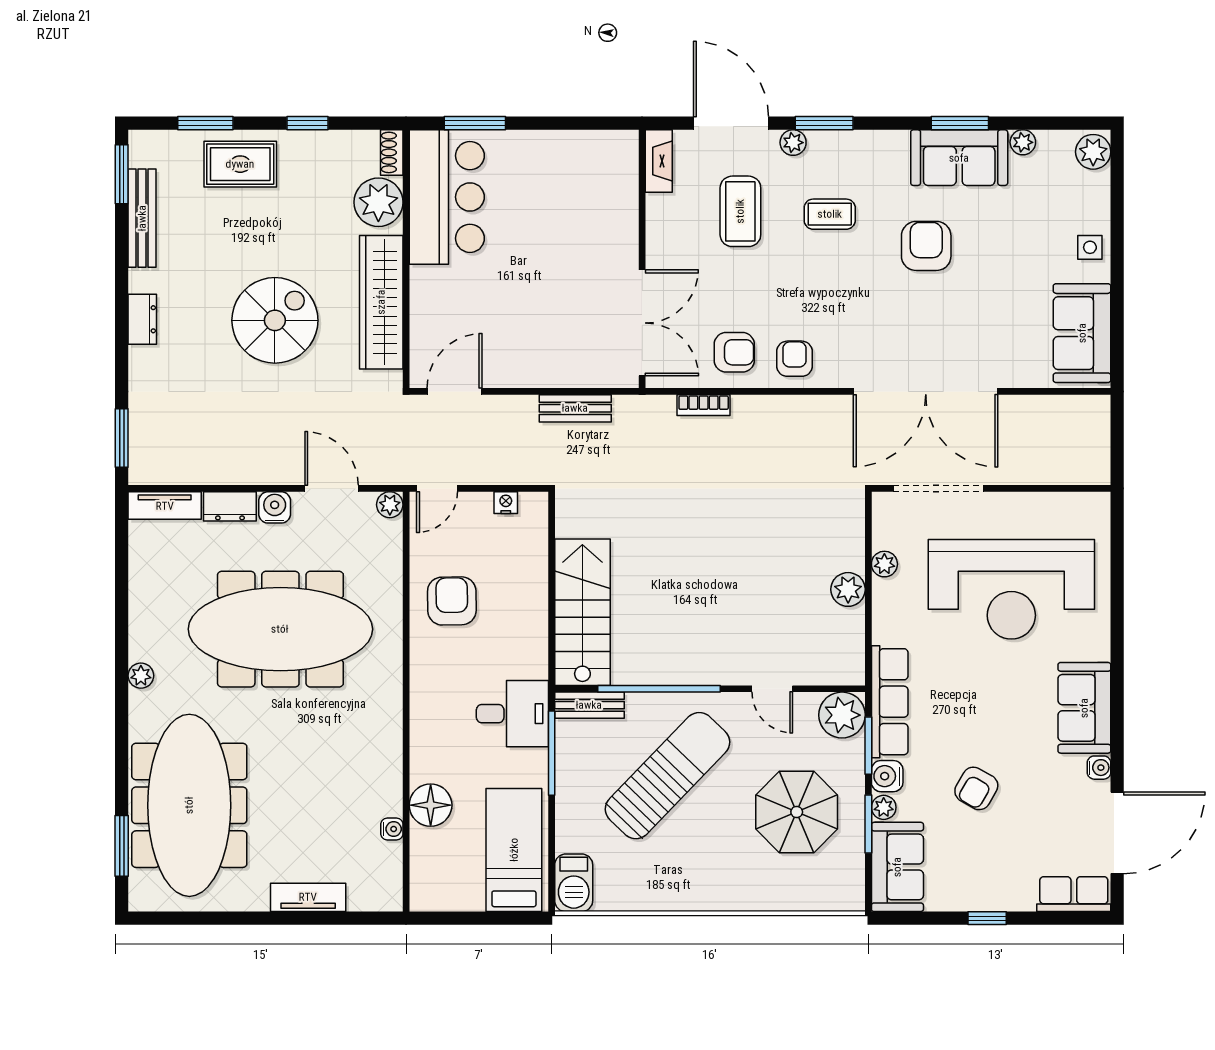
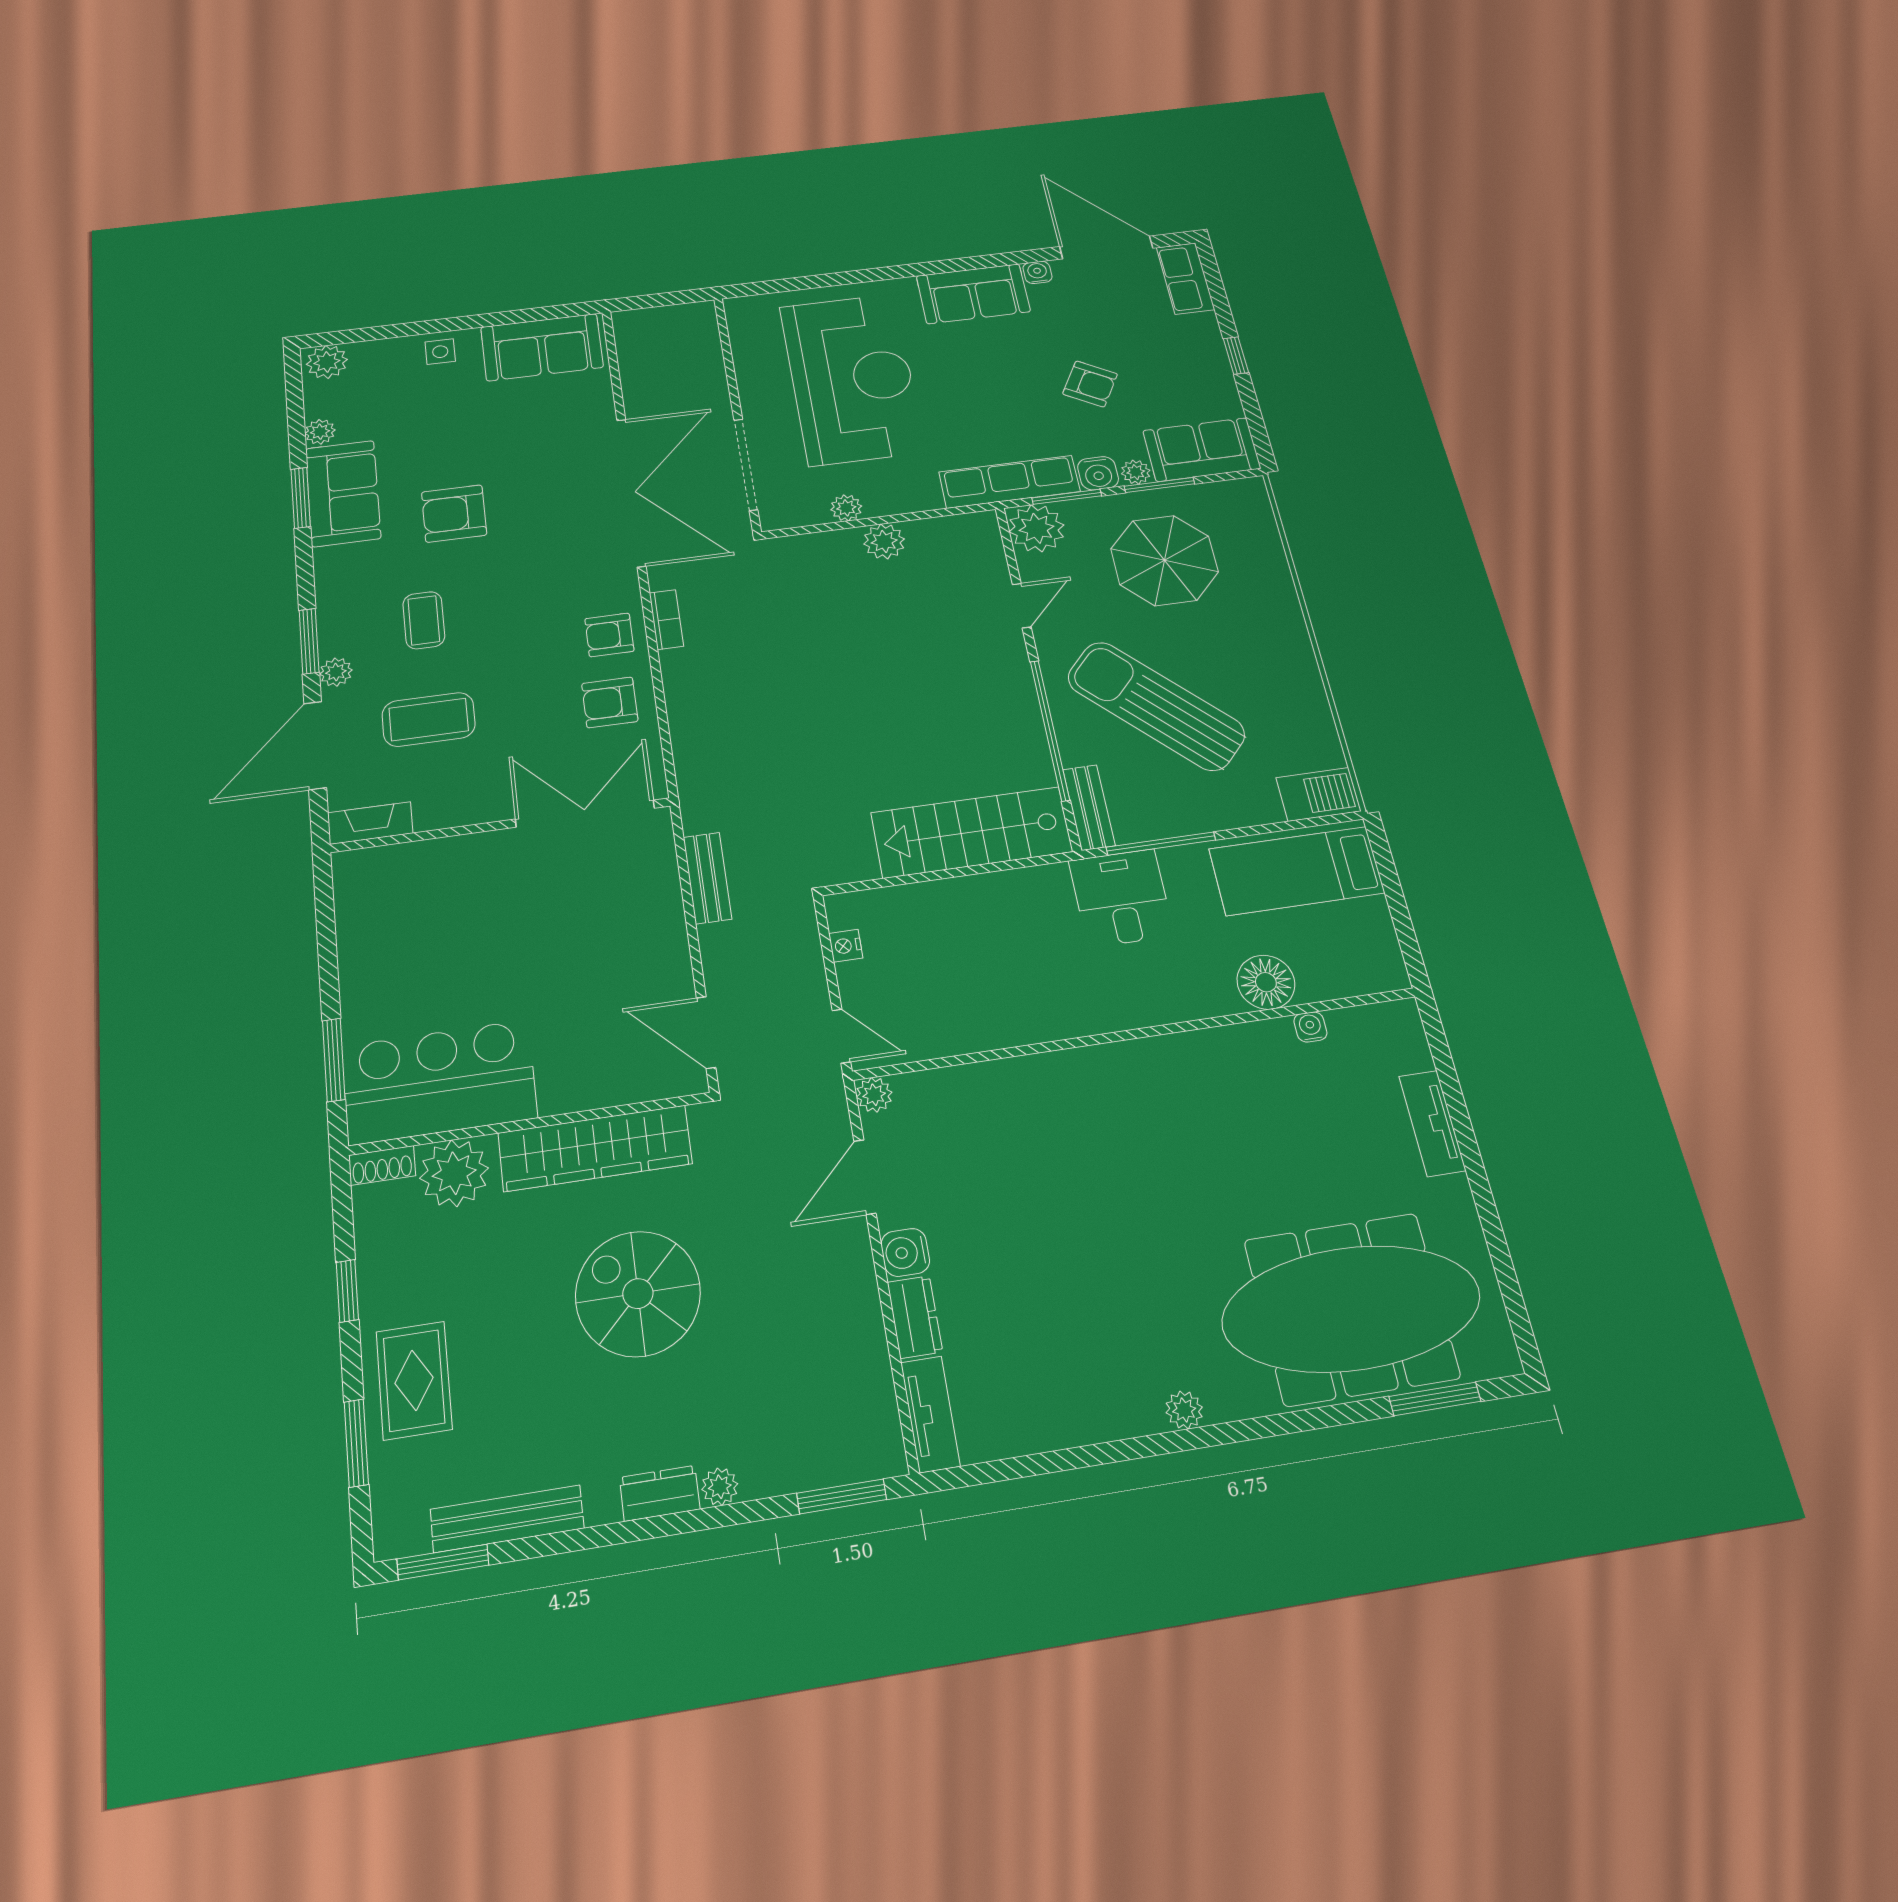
armchair: (734, 352) -> (610, 702), turned -90
plant: (140, 359) -> (720, 1487), added
bookcase: (704, 405) -> (666, 620), moved
armchair: (452, 601) -> (989, 995), removed
meeting table: (280, 629) -> (1074, 1218), removed

